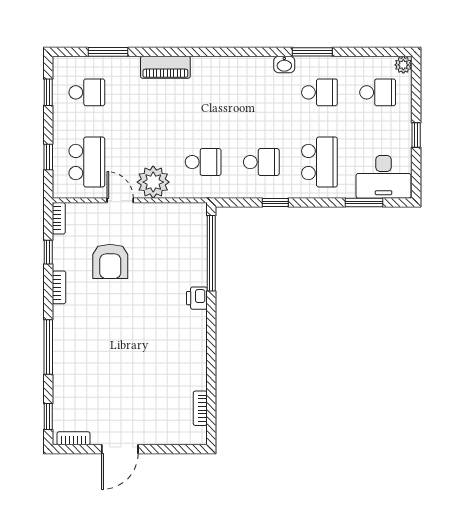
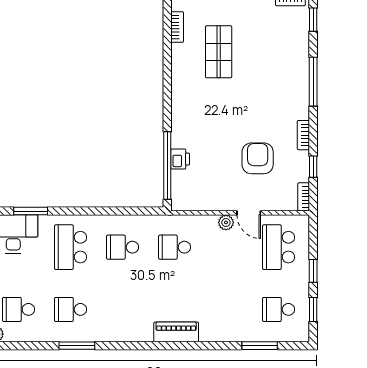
washbasin: (284, 65) -> (102, 334), removed
piano: (165, 67) -> (176, 332), moved
window: (48, 157) -> (313, 271), moved
plant: (153, 182) -> (226, 222), width x0.53, depth x0.53
window: (275, 202) -> (110, 211), removed
printer: (197, 298) -> (180, 159), moved
shop shelf: (154, 381) -> (219, 52), added

